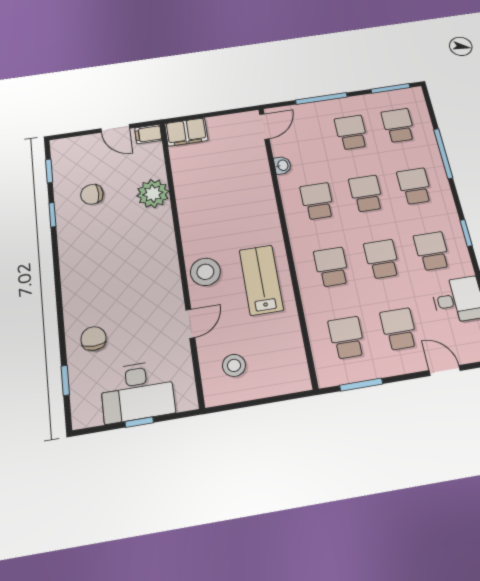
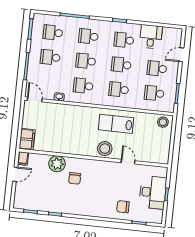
chair: (92, 194) -> (75, 178), moved
stool: (234, 365) -> (163, 122), moved

